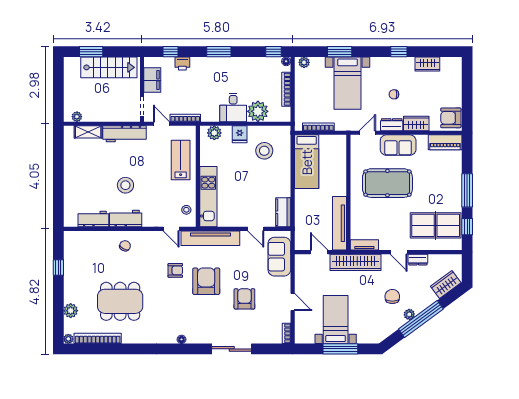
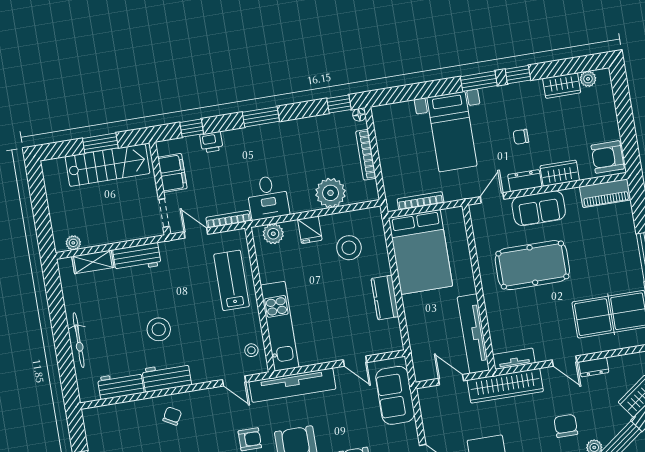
window: (91, 52) -> (100, 143), moved
window: (340, 52) -> (479, 81), moved
plant: (304, 62) -> (588, 79), moved
desk: (233, 107) -> (268, 197), moved
workbench: (125, 134) -> (137, 257), width x0.73
bed: (307, 162) -> (421, 252), width x1.50
bicycle: (70, 184) -> (79, 340), added
kitchen counter: (283, 212) -> (385, 297), moved

